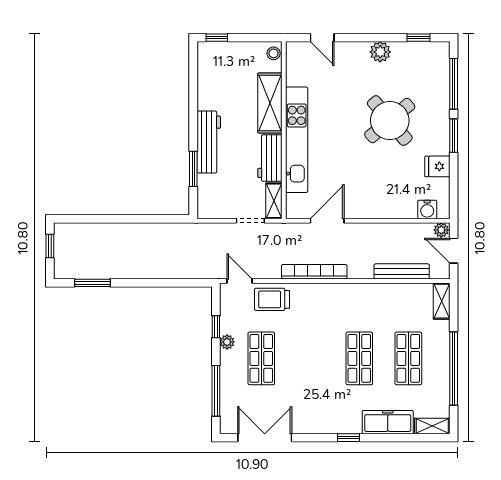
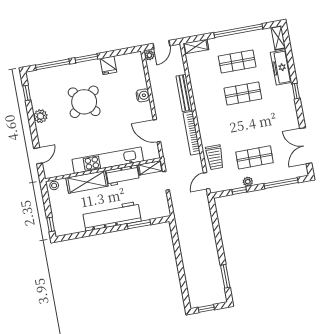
workbench: (209, 142) -> (112, 216), width x1.36, depth x1.32
water cooler: (427, 209) -> (143, 95), moved
bench: (402, 271) -> (184, 93), moved

